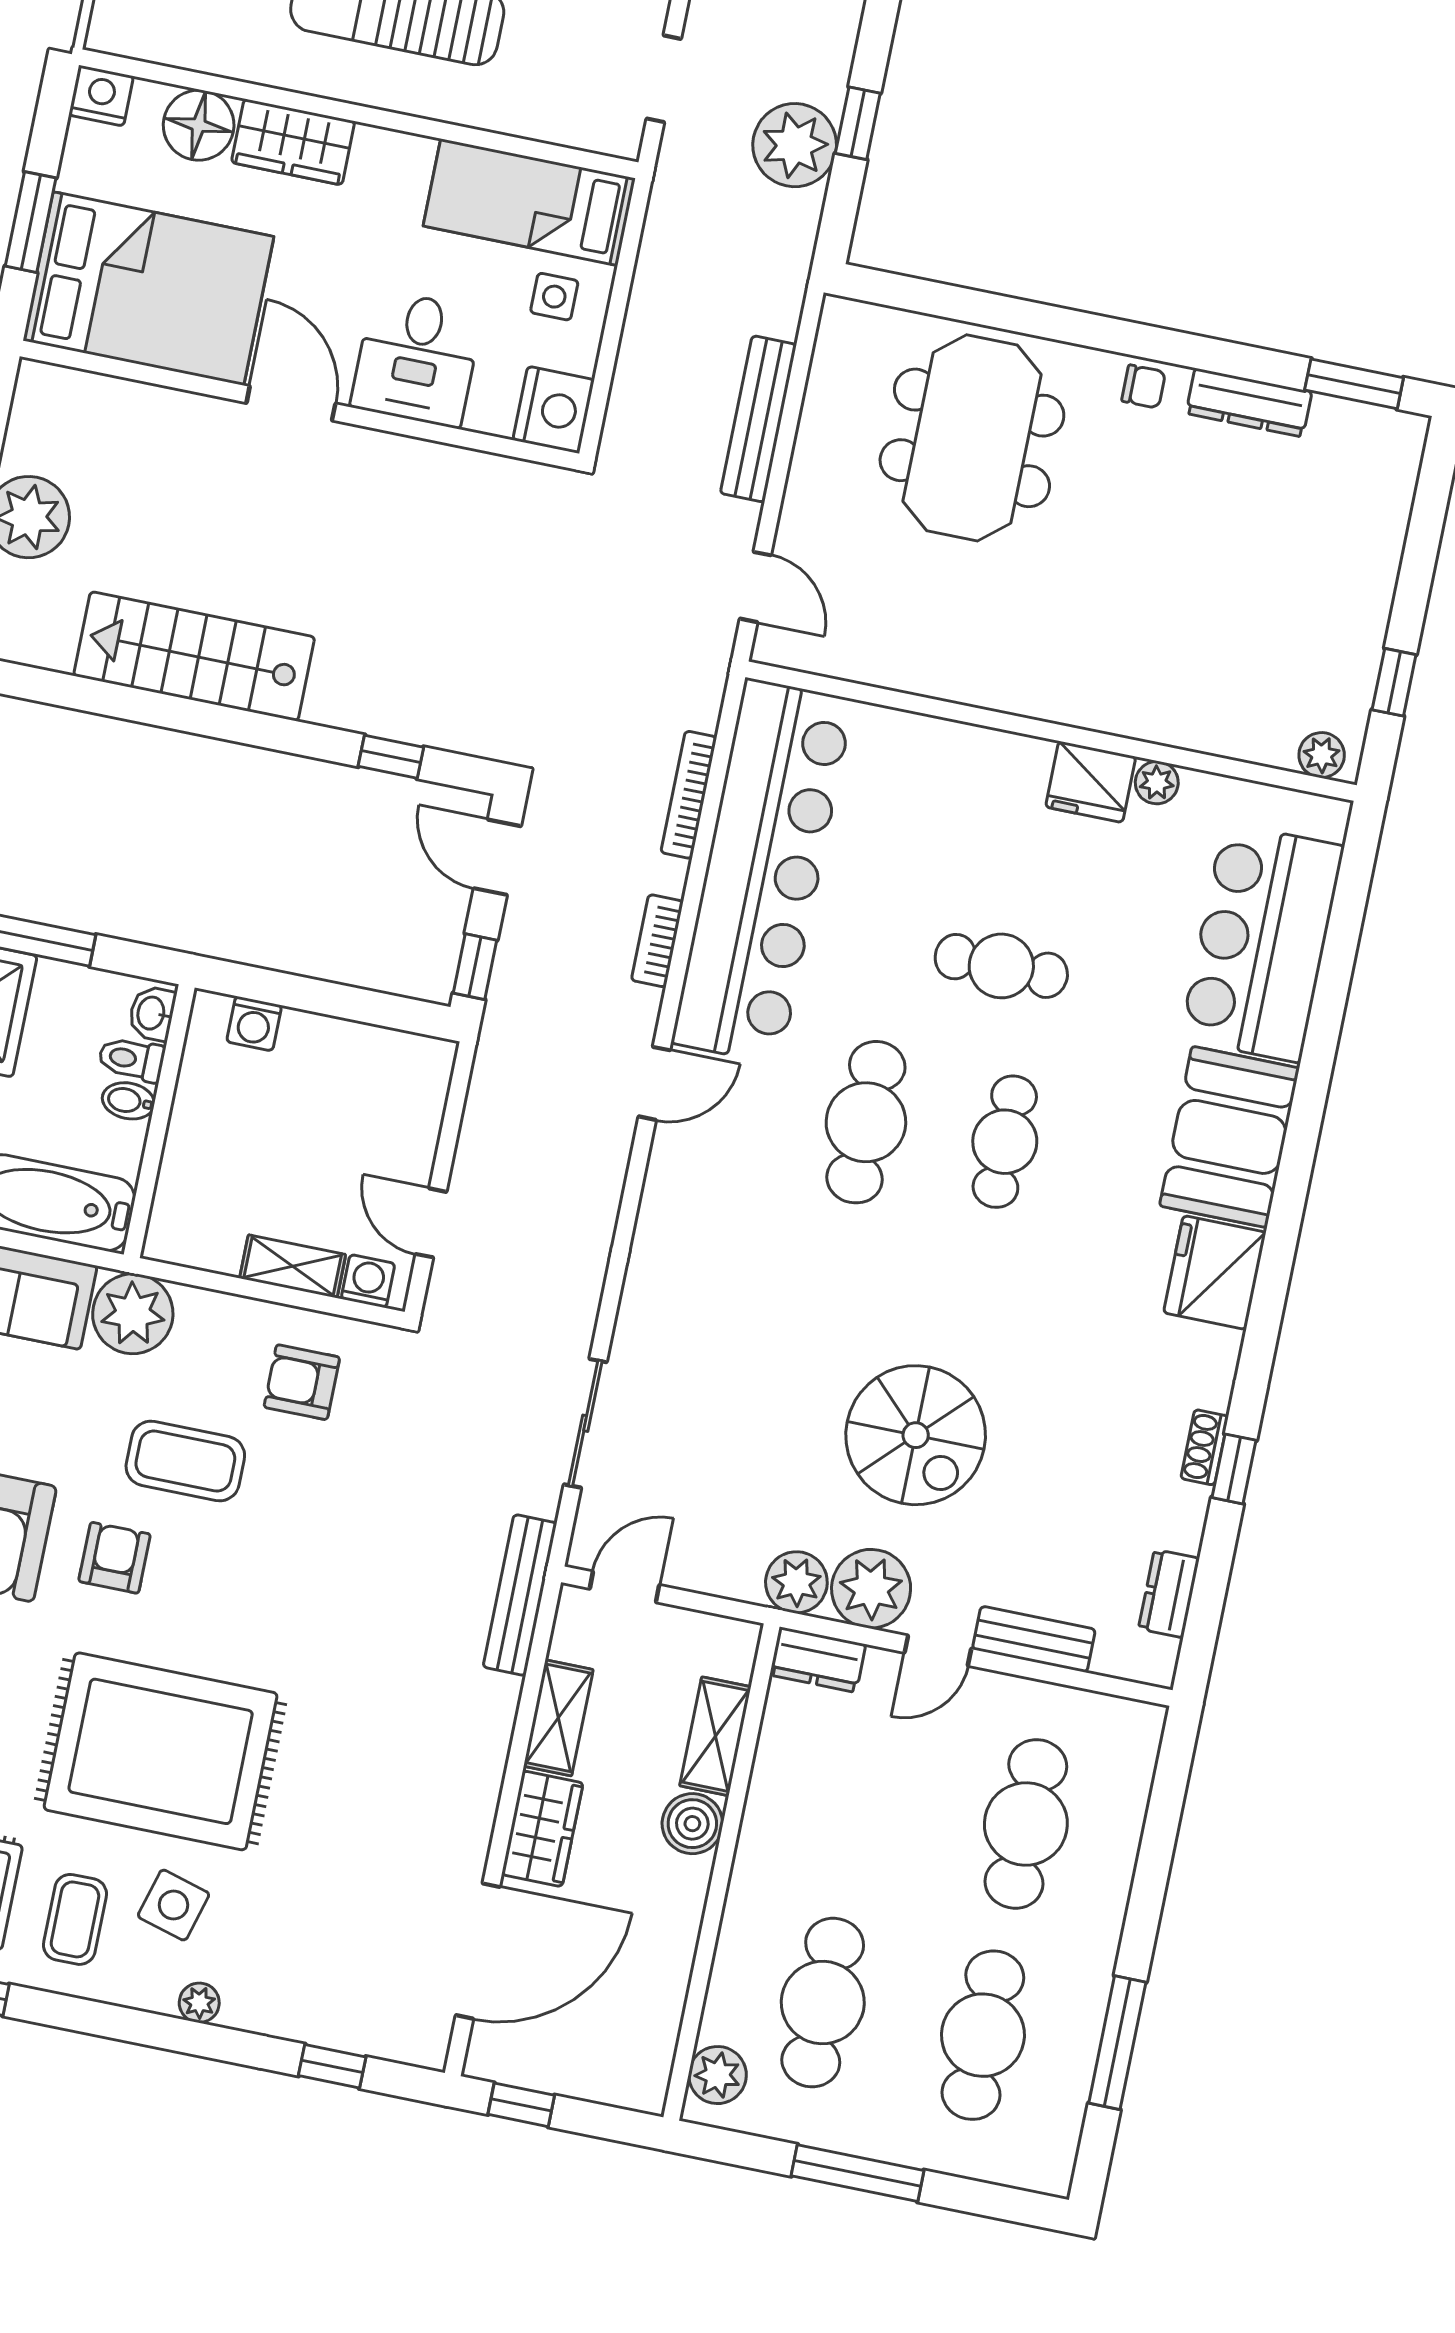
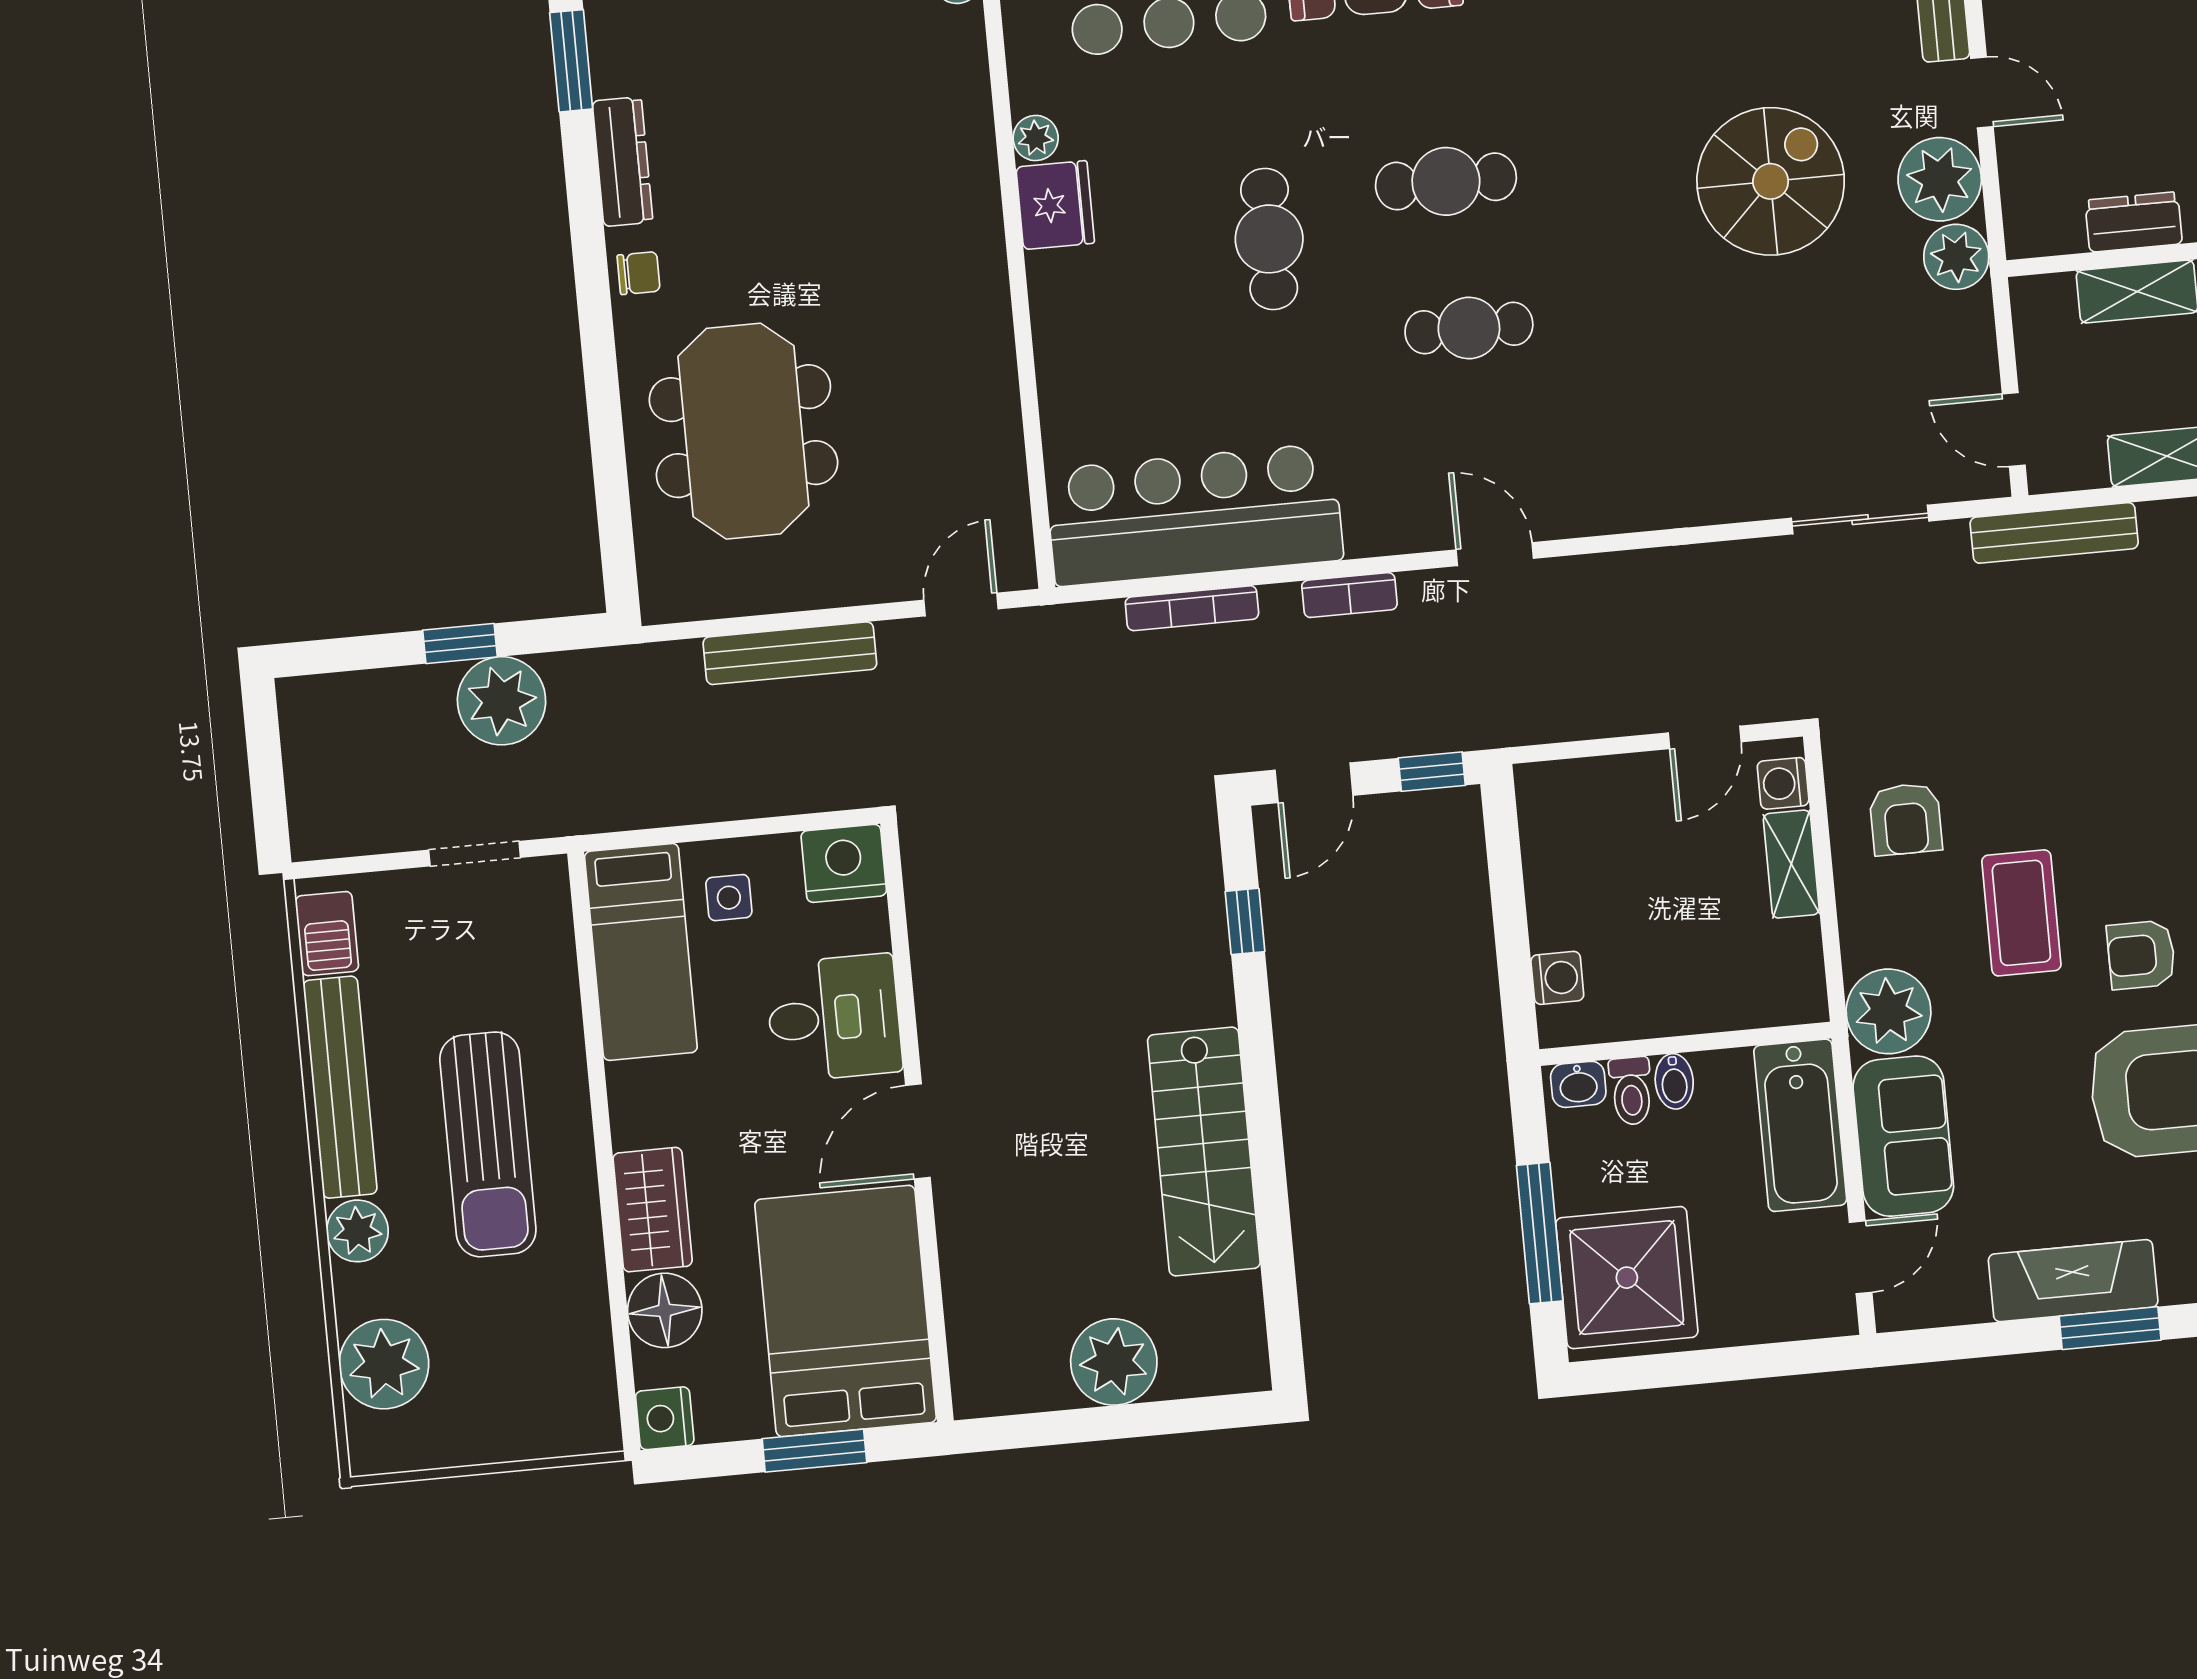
chair: (1144, 387) -> (639, 273), turned 90
meeting table: (972, 438) -> (743, 431), turned 90
bar counter: (763, 871) -> (1194, 515), width x0.73
cafe table: (866, 1122) -> (1469, 328), width x0.73, depth x0.74
dresser: (818, 1660) -> (2134, 222), moved, turned -90

